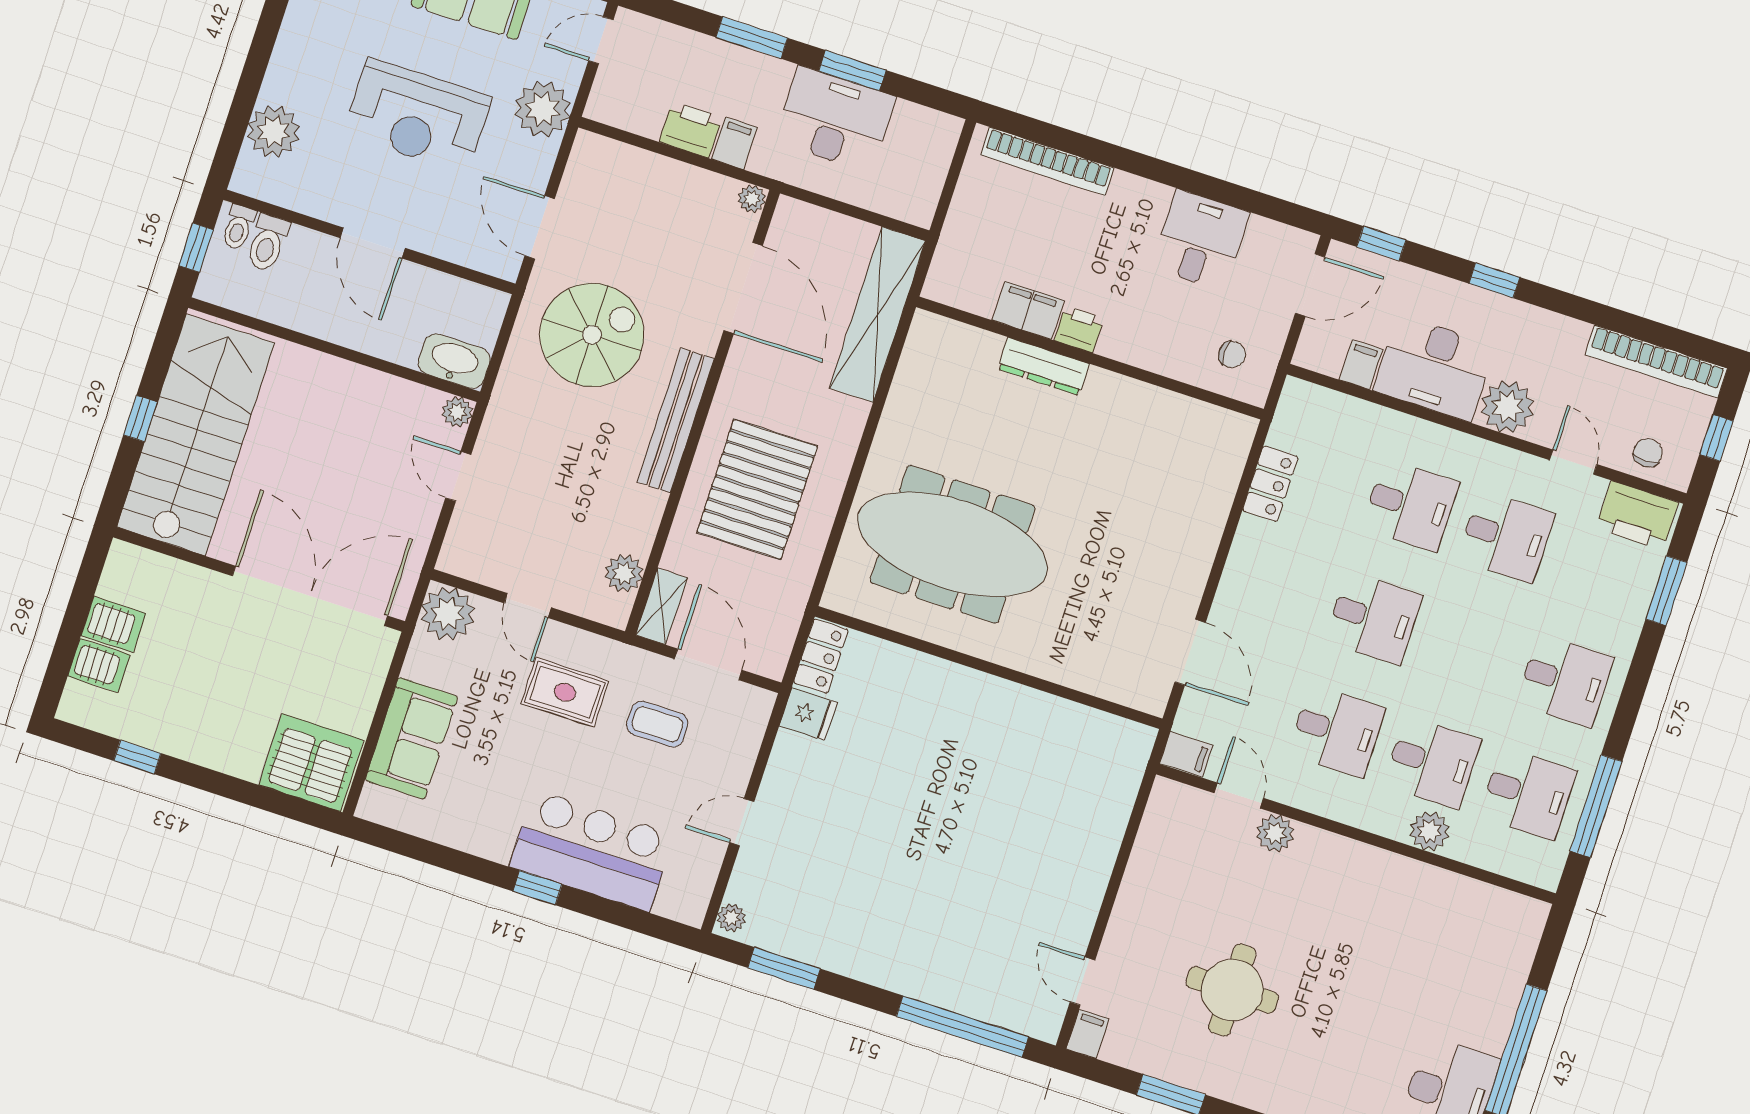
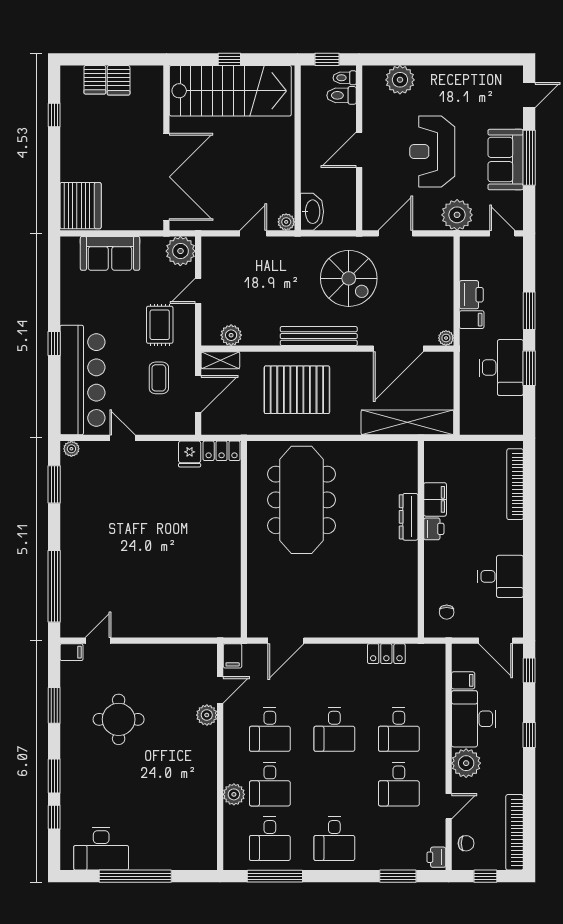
printer: (1637, 515) -> (436, 857), width x0.53, depth x0.68
bar counter: (592, 851) -> (83, 380), width x1.36

